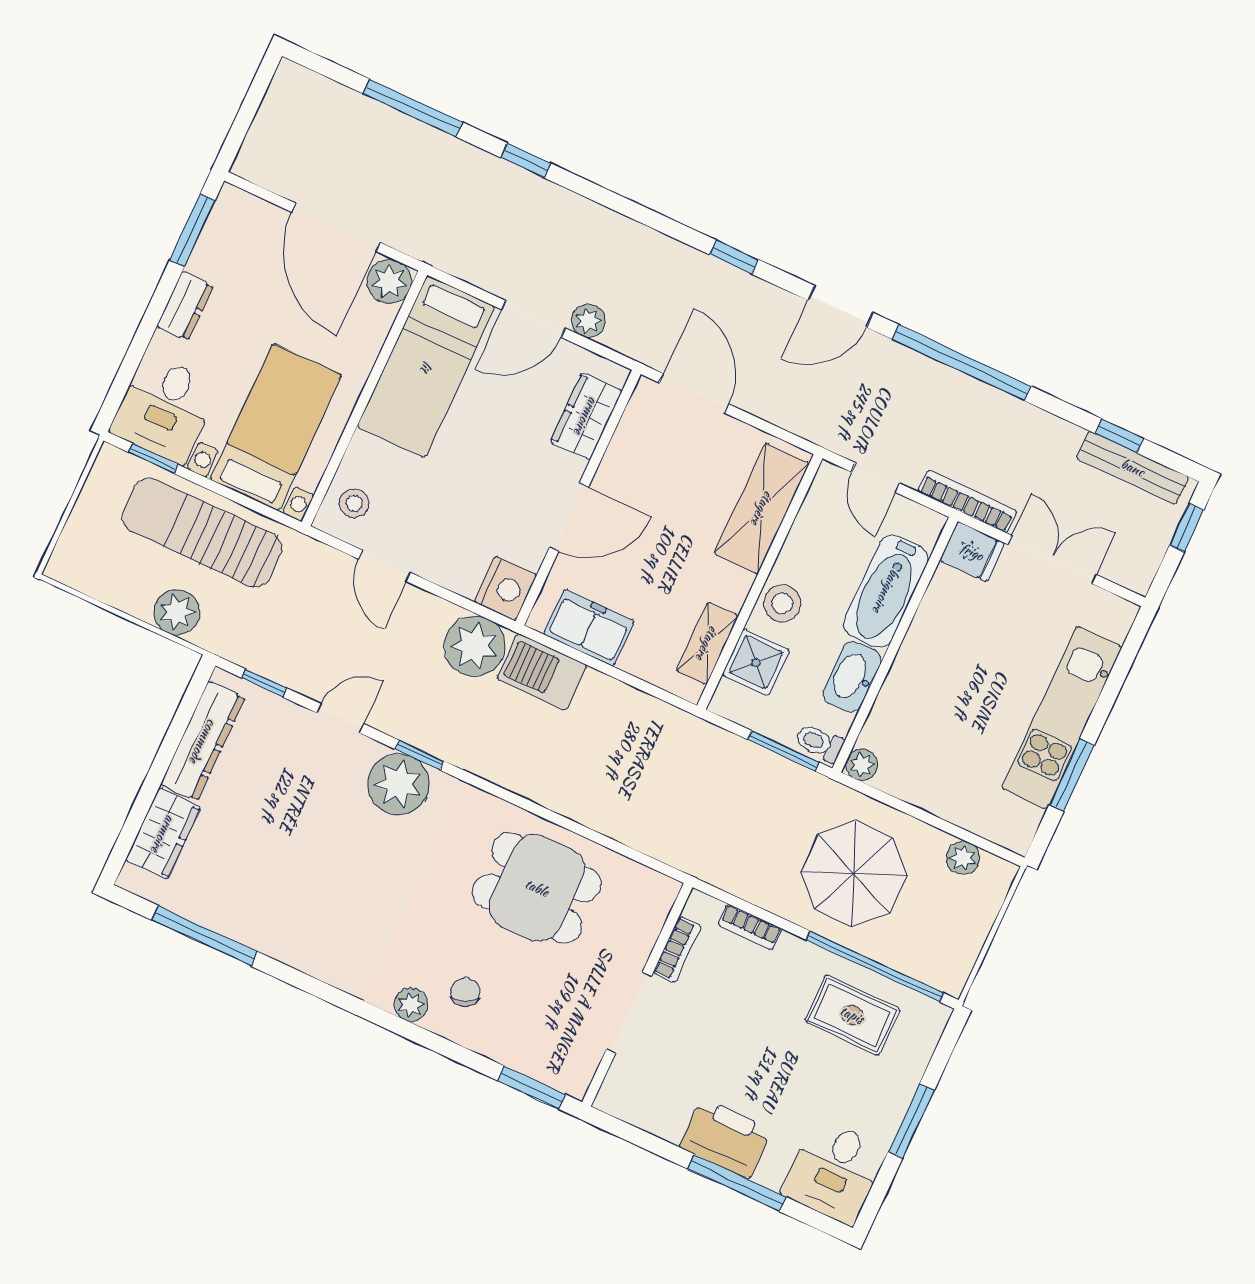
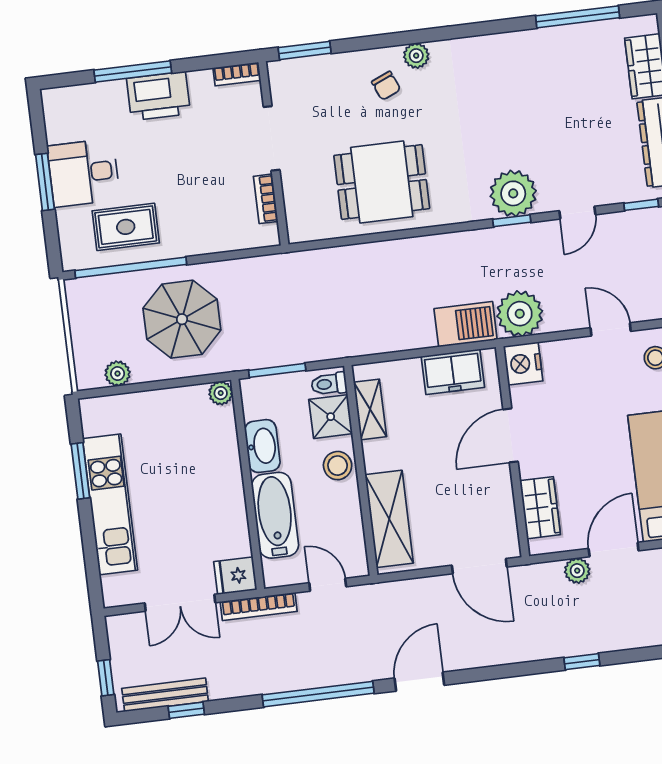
window: (734, 257) -> (582, 662), moved
toilet: (819, 743) -> (329, 384), moved, turned 180
bookcase: (750, 927) -> (237, 74), moved, turned 180
desk: (834, 1171) -> (83, 173), moved, turned -90

